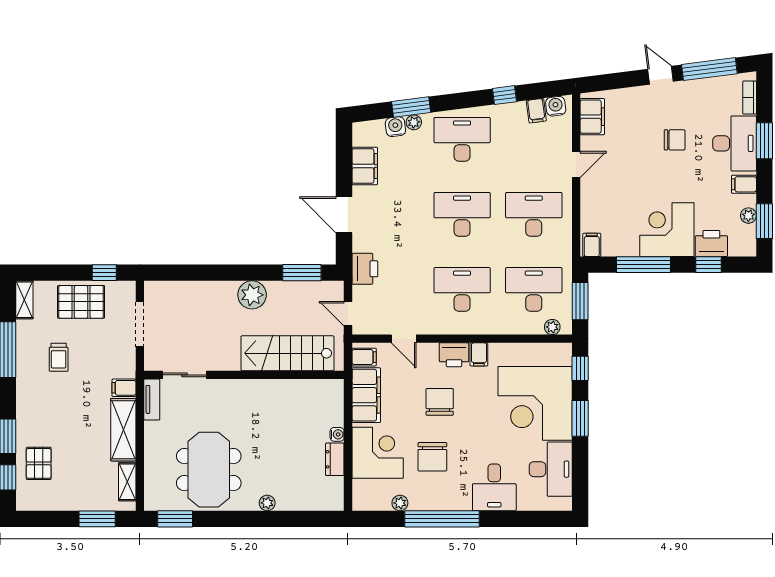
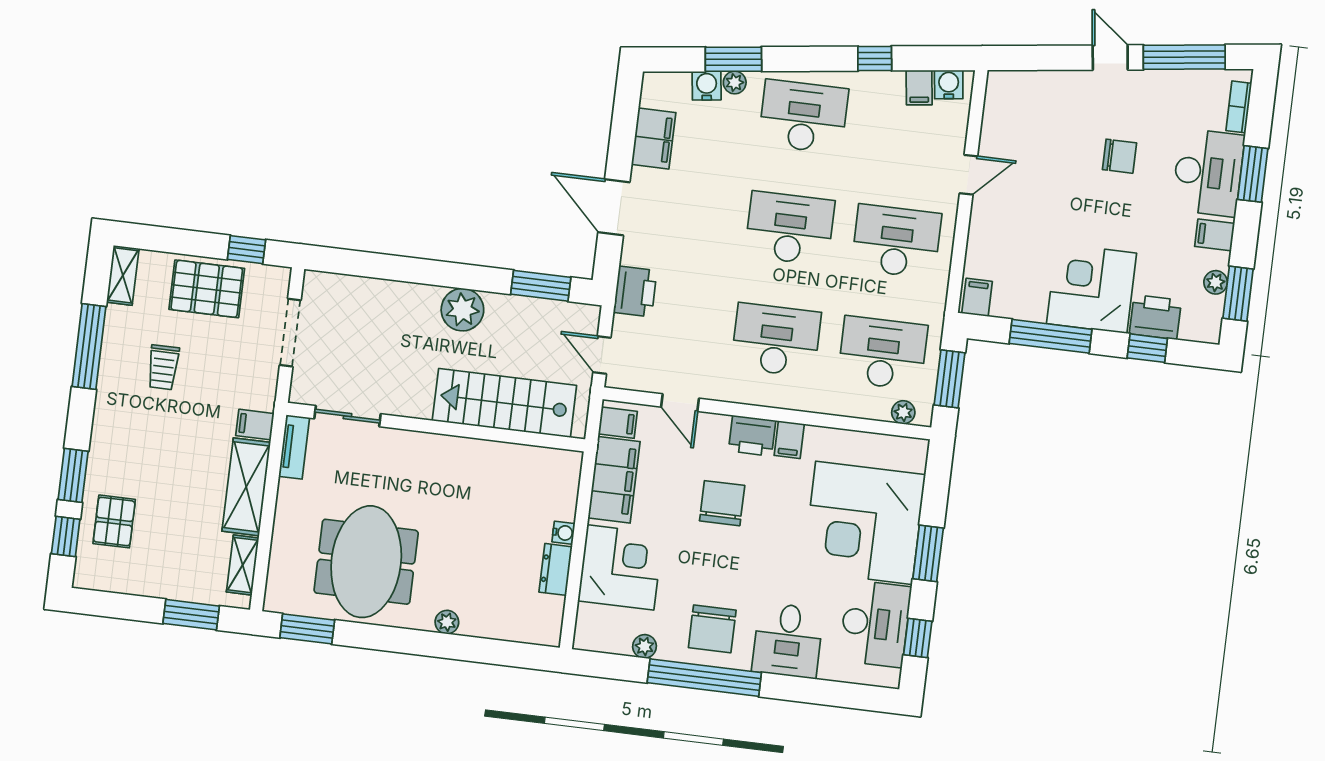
filing cabinet: (592, 117) -> (1001, 107), removed
window: (580, 368) -> (918, 638), moved
chair: (432, 457) -> (712, 629), moved

